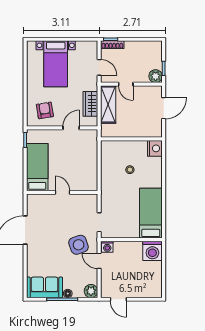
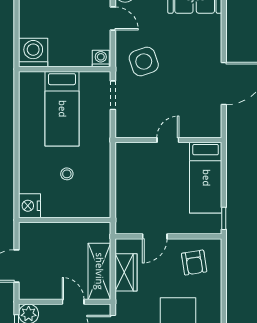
door: (62, 192) -> (168, 140), swing flipped
bed: (151, 213) -> (62, 109), moved
door: (99, 261) -> (113, 18), moved

